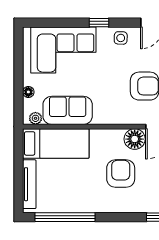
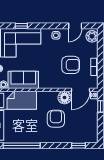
window: (99, 23) -> (21, 26), moved

